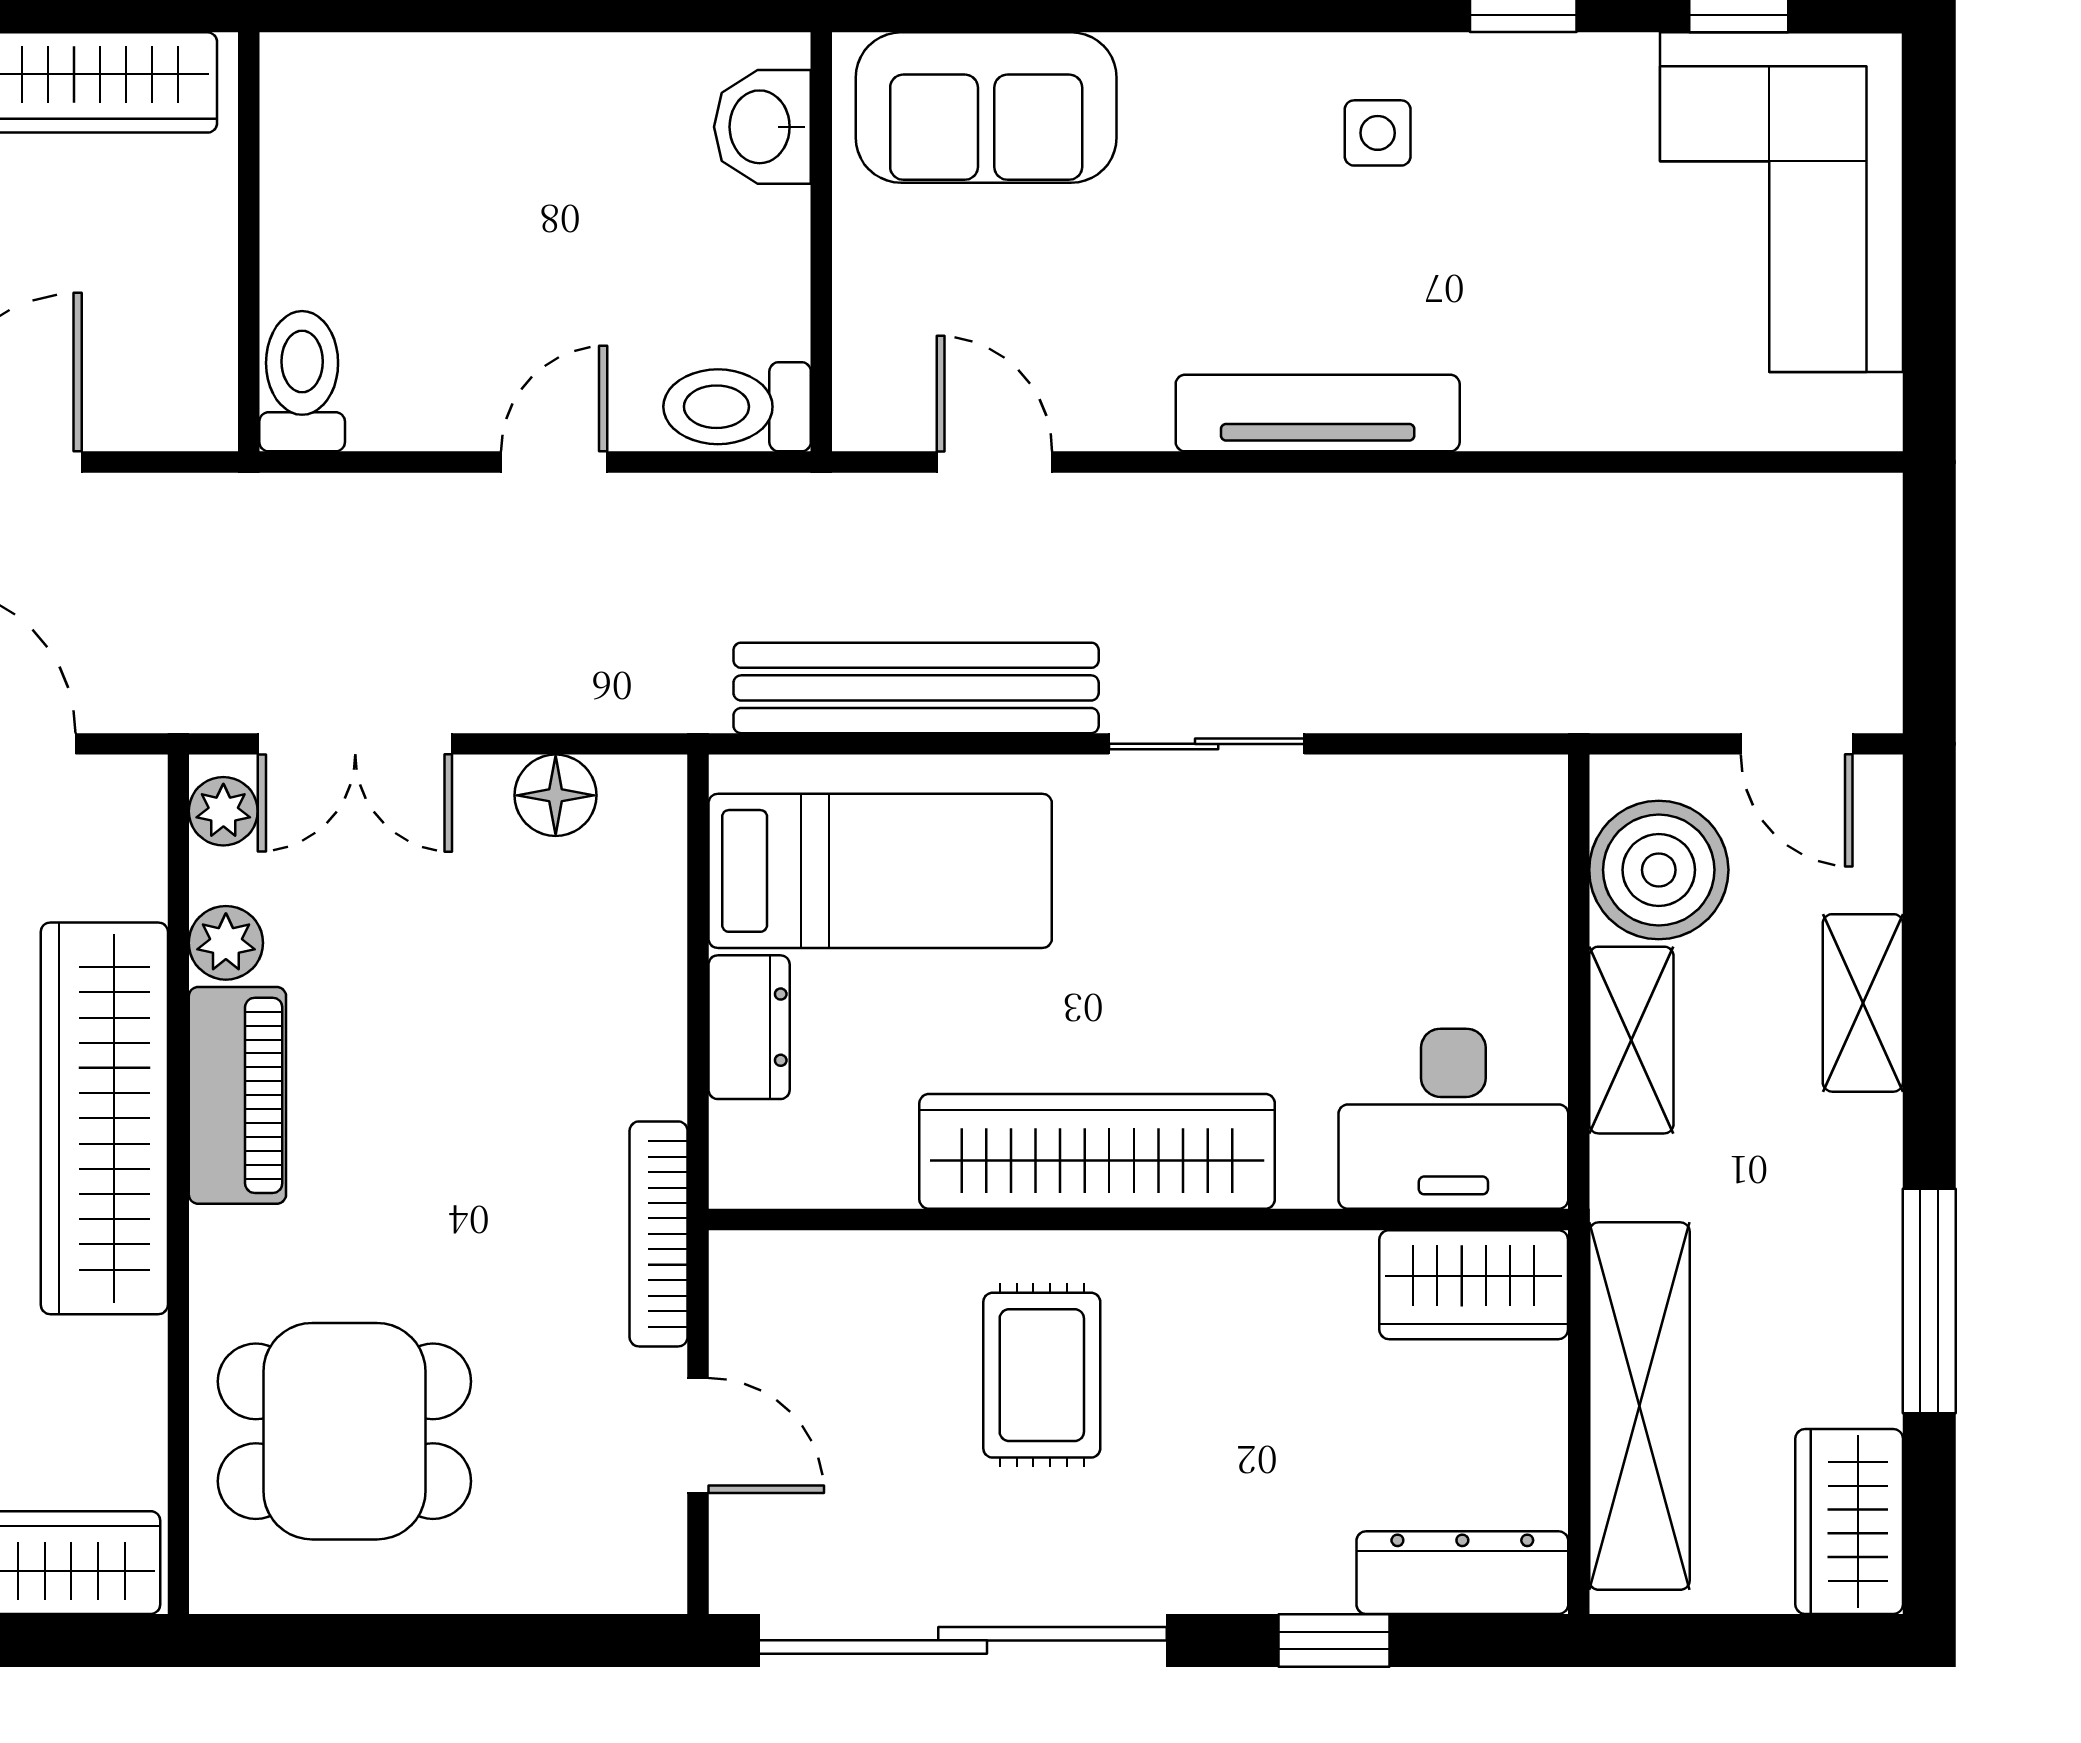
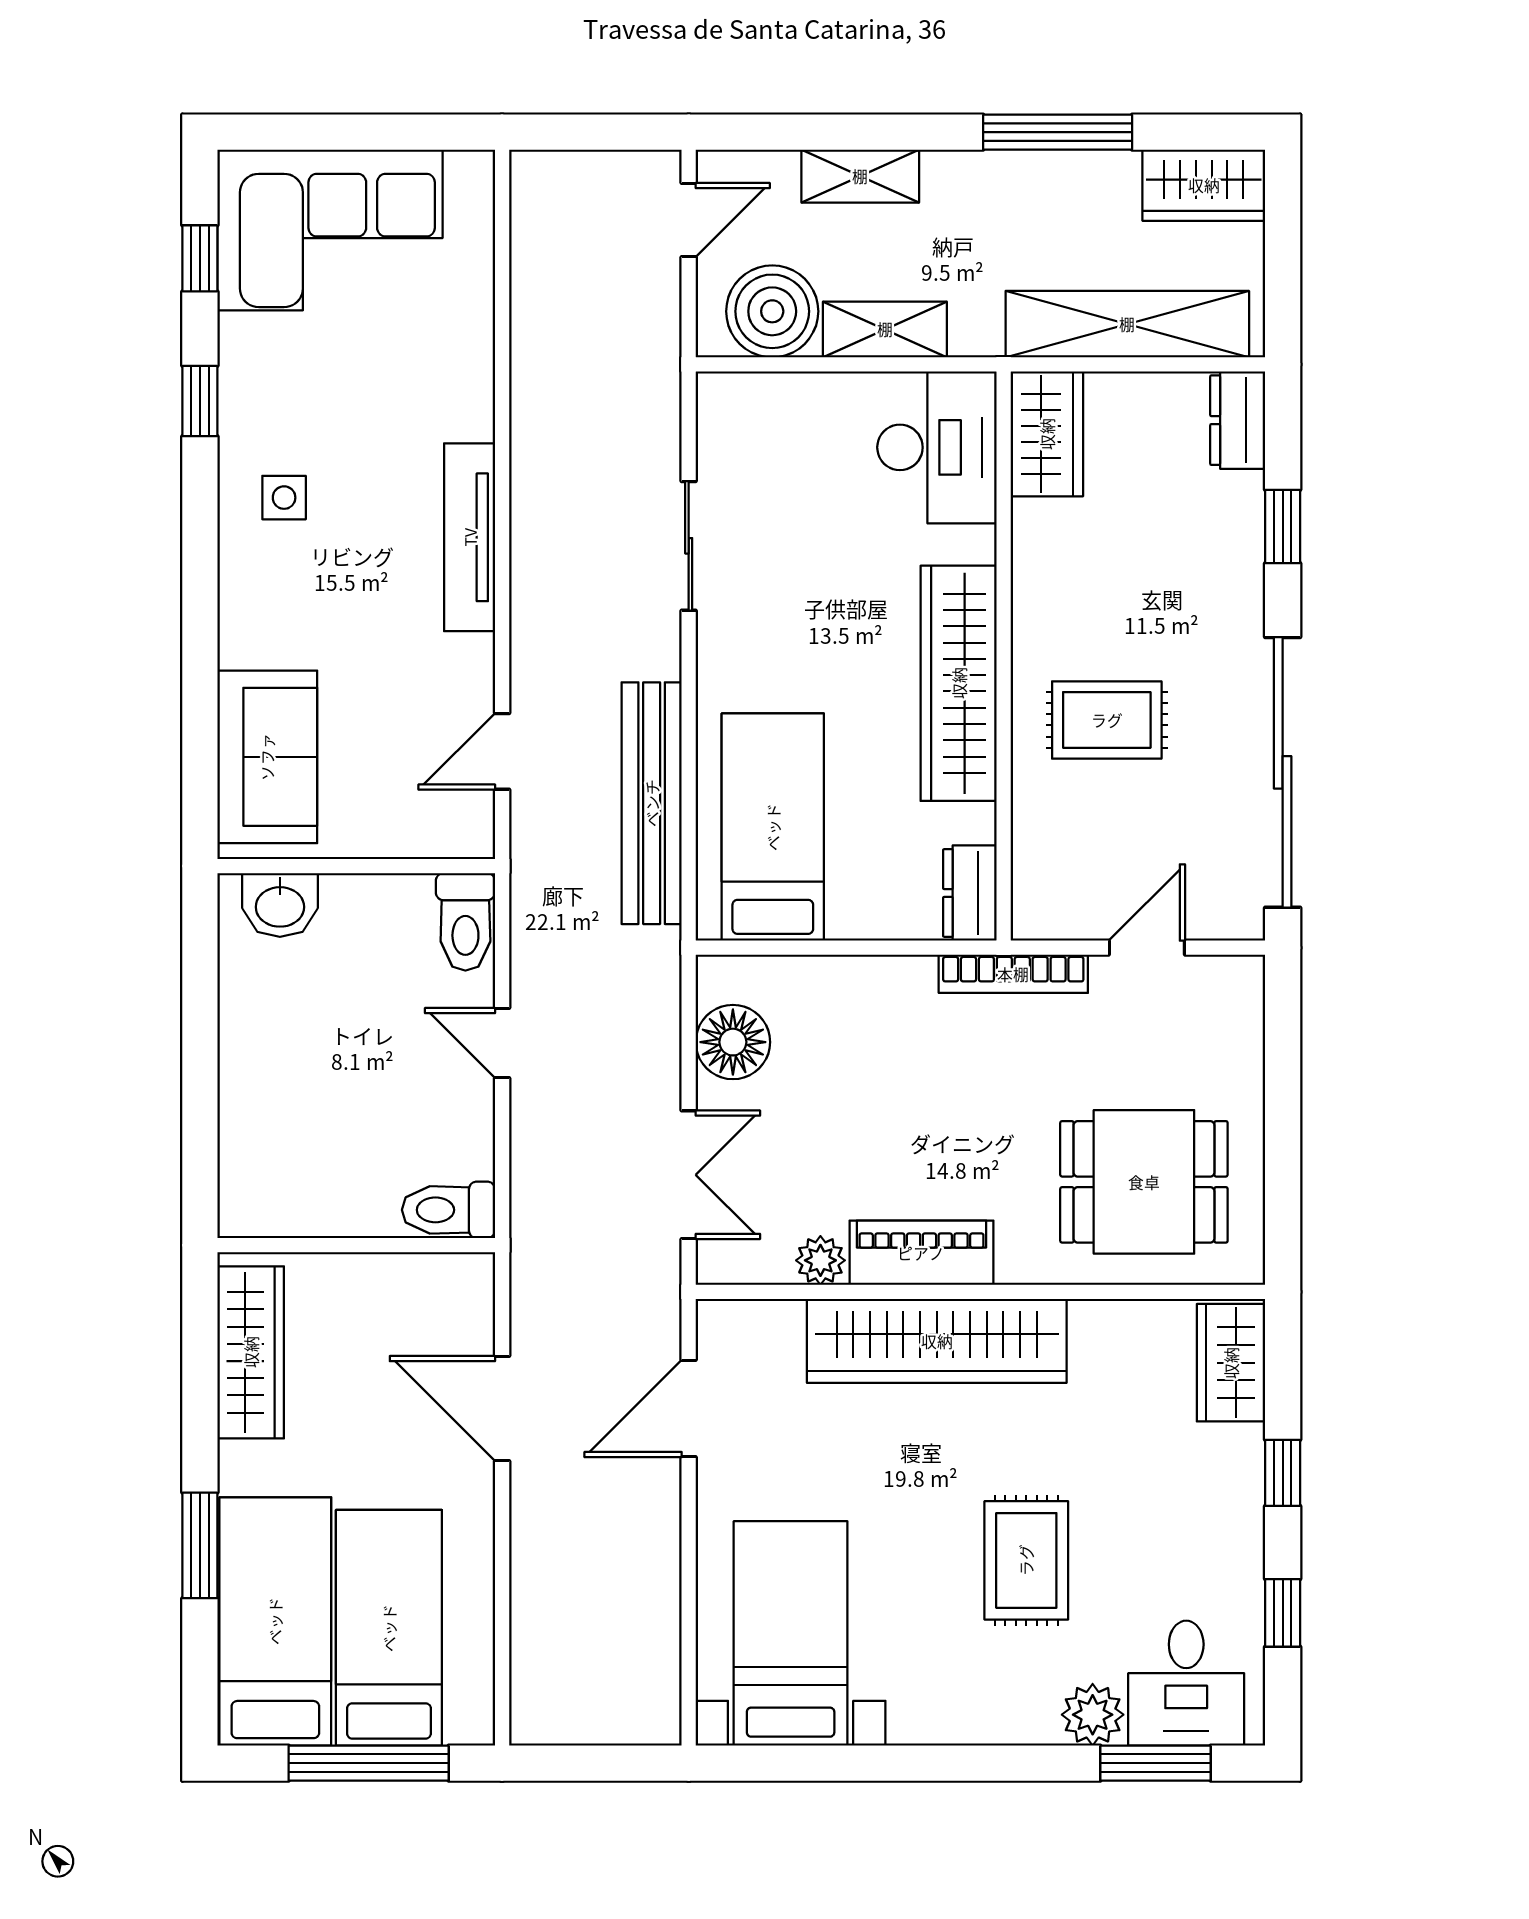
sliding door: (1207, 744) -> (689, 546), moved
floor lamp: (556, 795) -> (733, 1042), width x1.38, depth x1.38
plant: (223, 811) -> (733, 1262), removed
dresser: (749, 1027) -> (970, 893), moved, turned -90
dining table: (344, 1431) -> (1144, 1182), turned 90
dresser: (1462, 1573) -> (1238, 420), width x0.70

